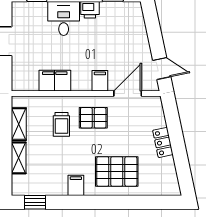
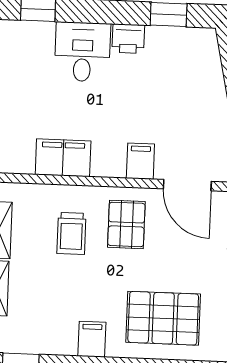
door: (128, 94) -> (187, 185), swing flipped
pallet: (93, 118) -> (126, 224), turned 90

